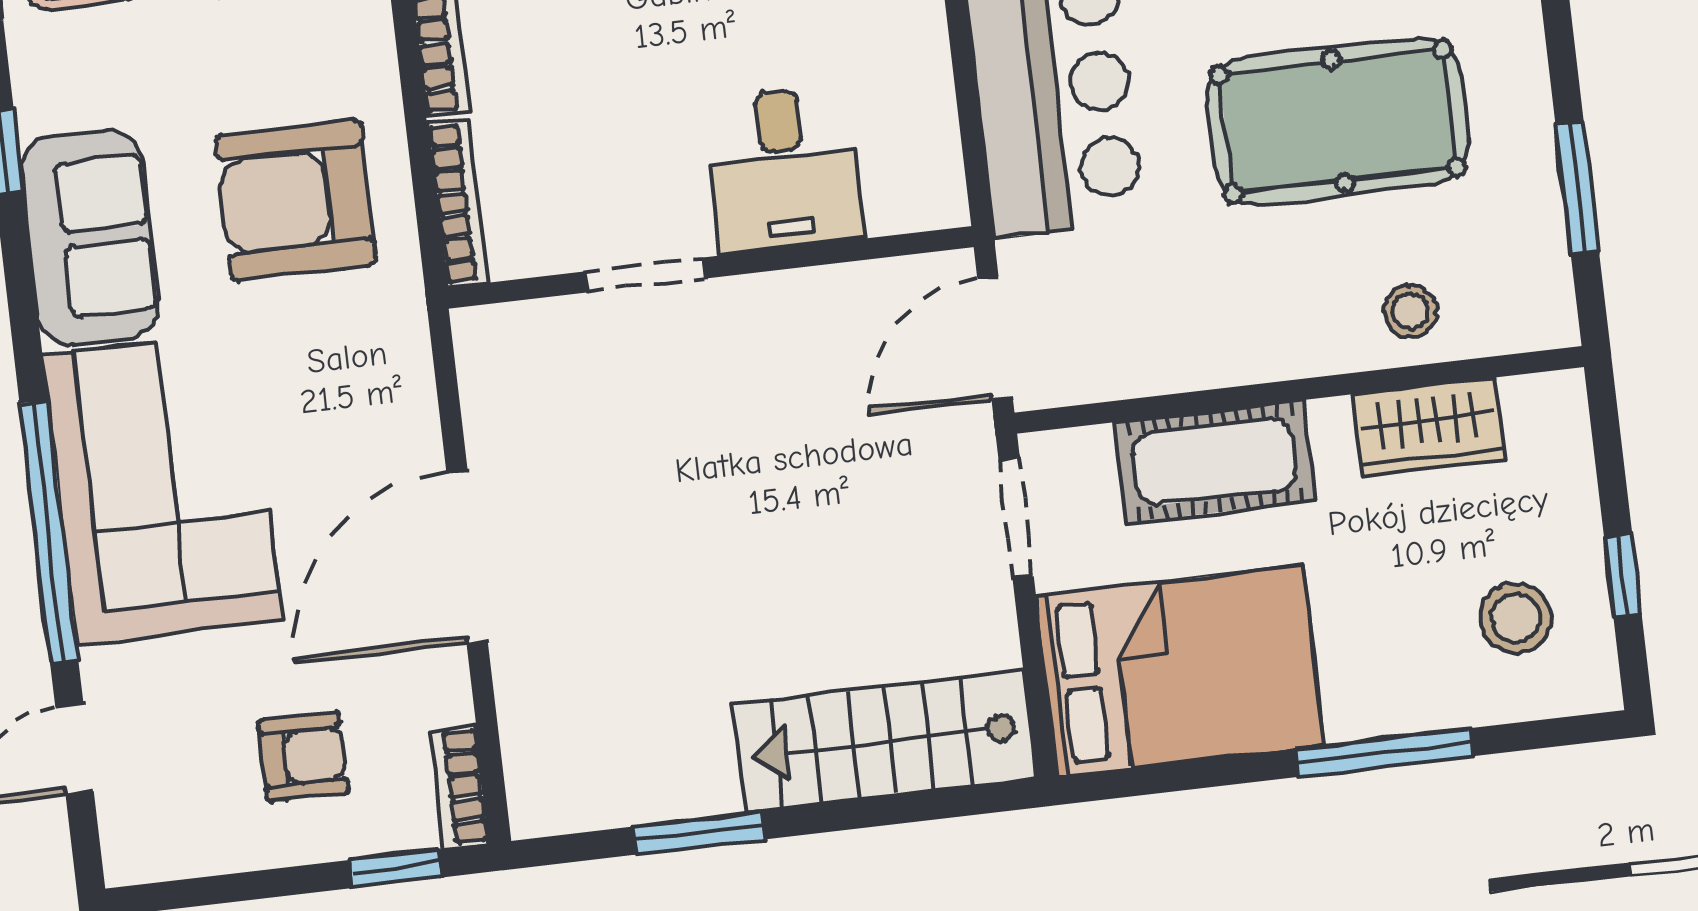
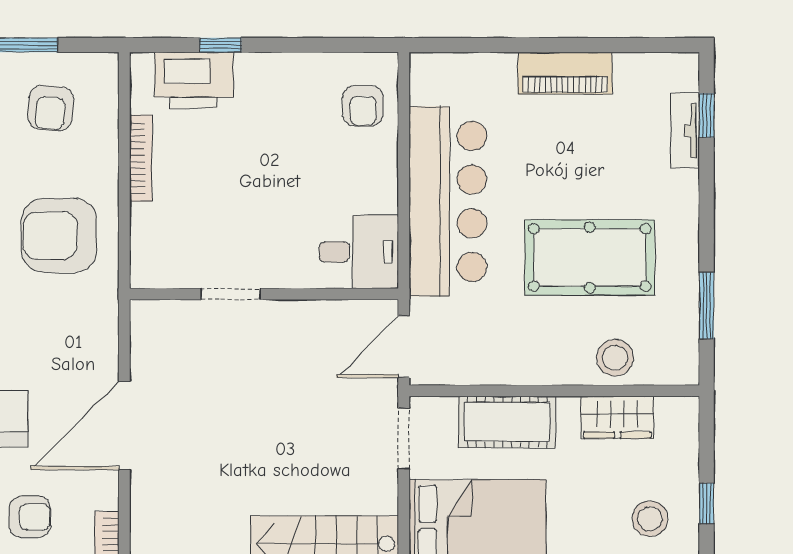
desk: (784, 169) -> (359, 252), moved, turned -90
bookcase: (458, 203) -> (141, 247), removed
stool: (1410, 311) -> (615, 358), width x1.37, depth x1.37

